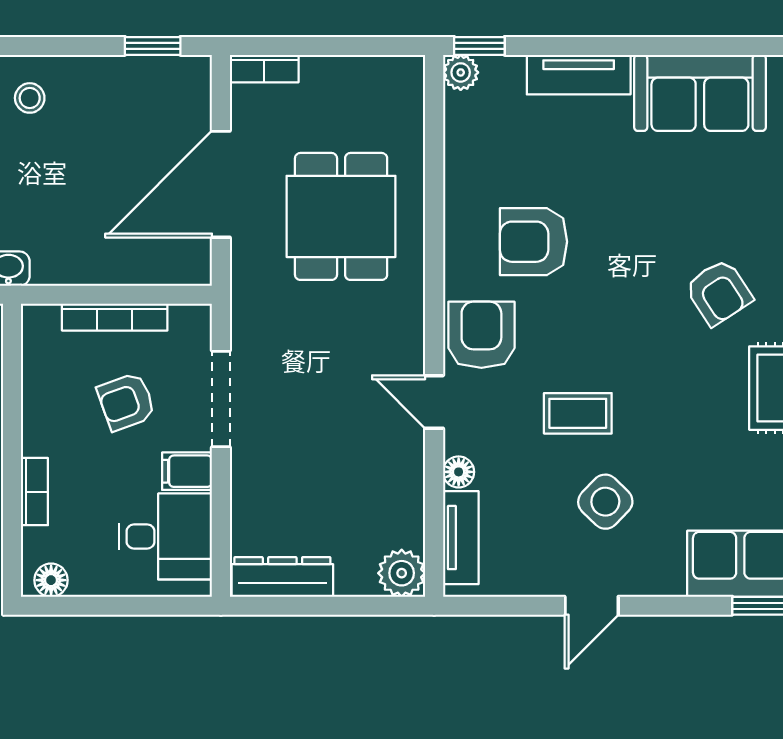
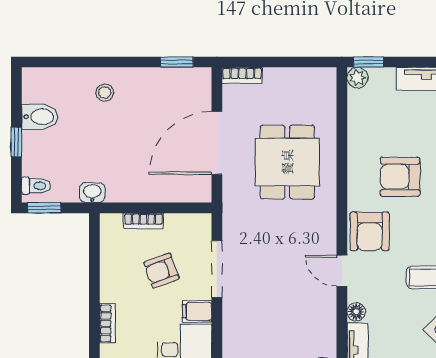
bookcase: (115, 317) -> (143, 221), width x0.64
armchair: (481, 335) -> (370, 231), turned 180

